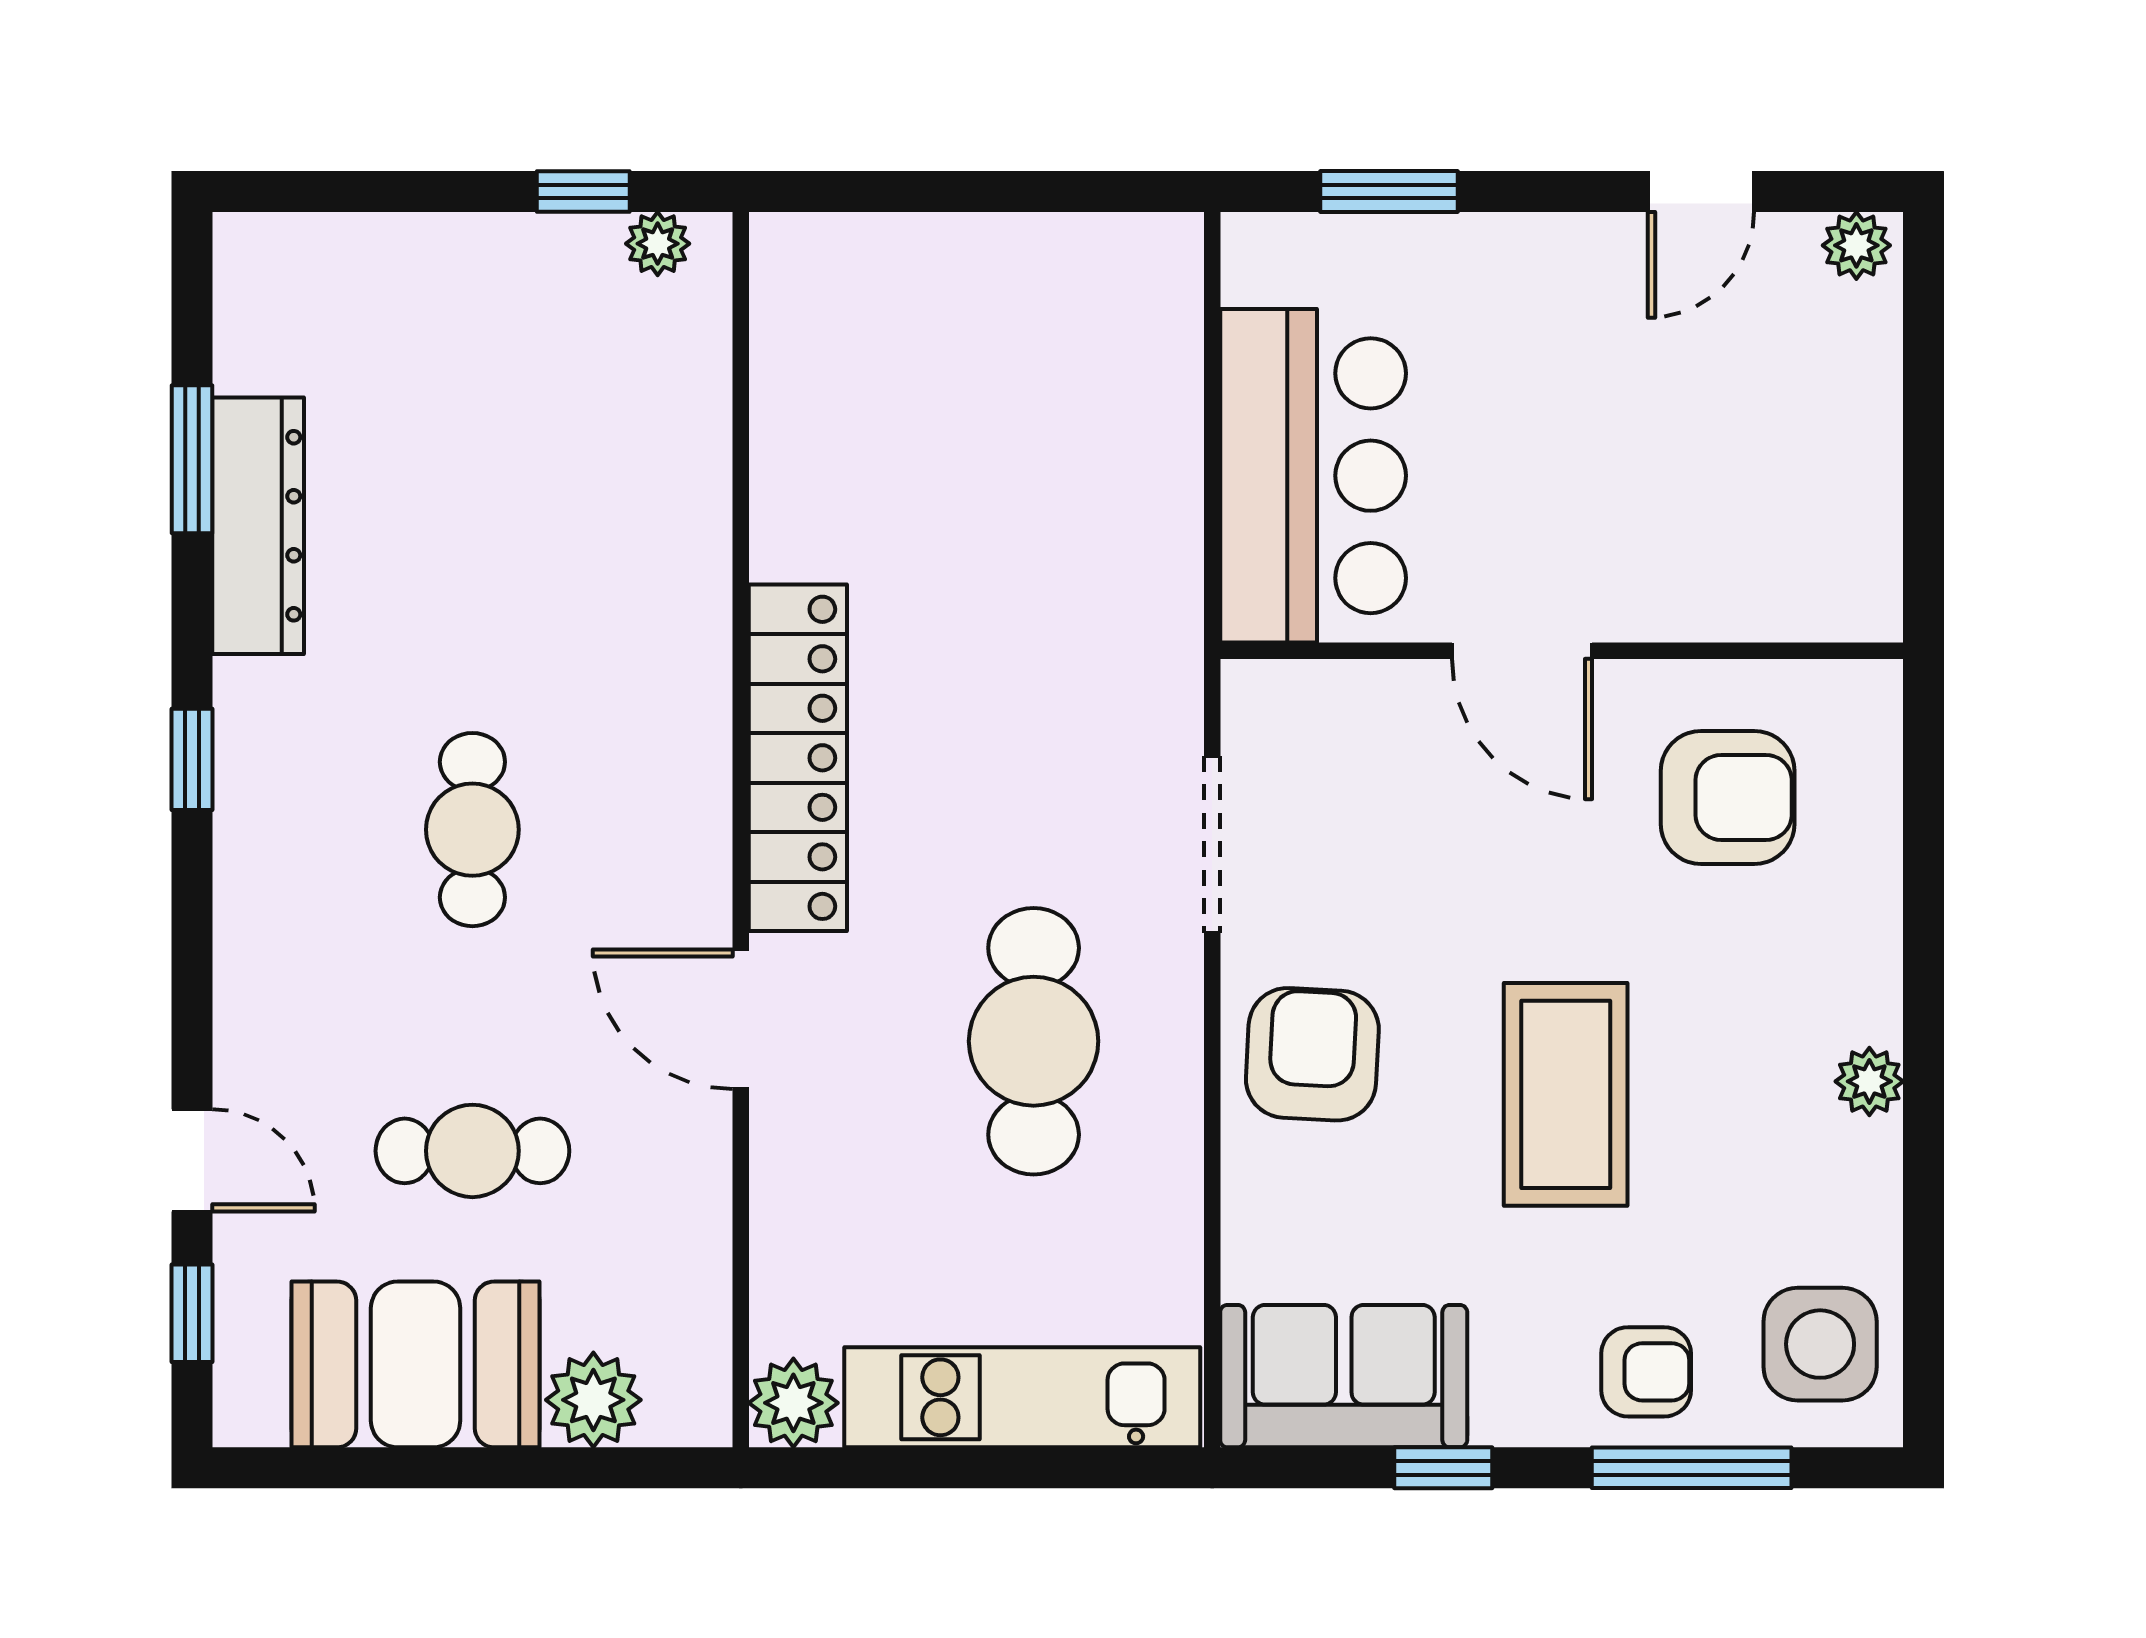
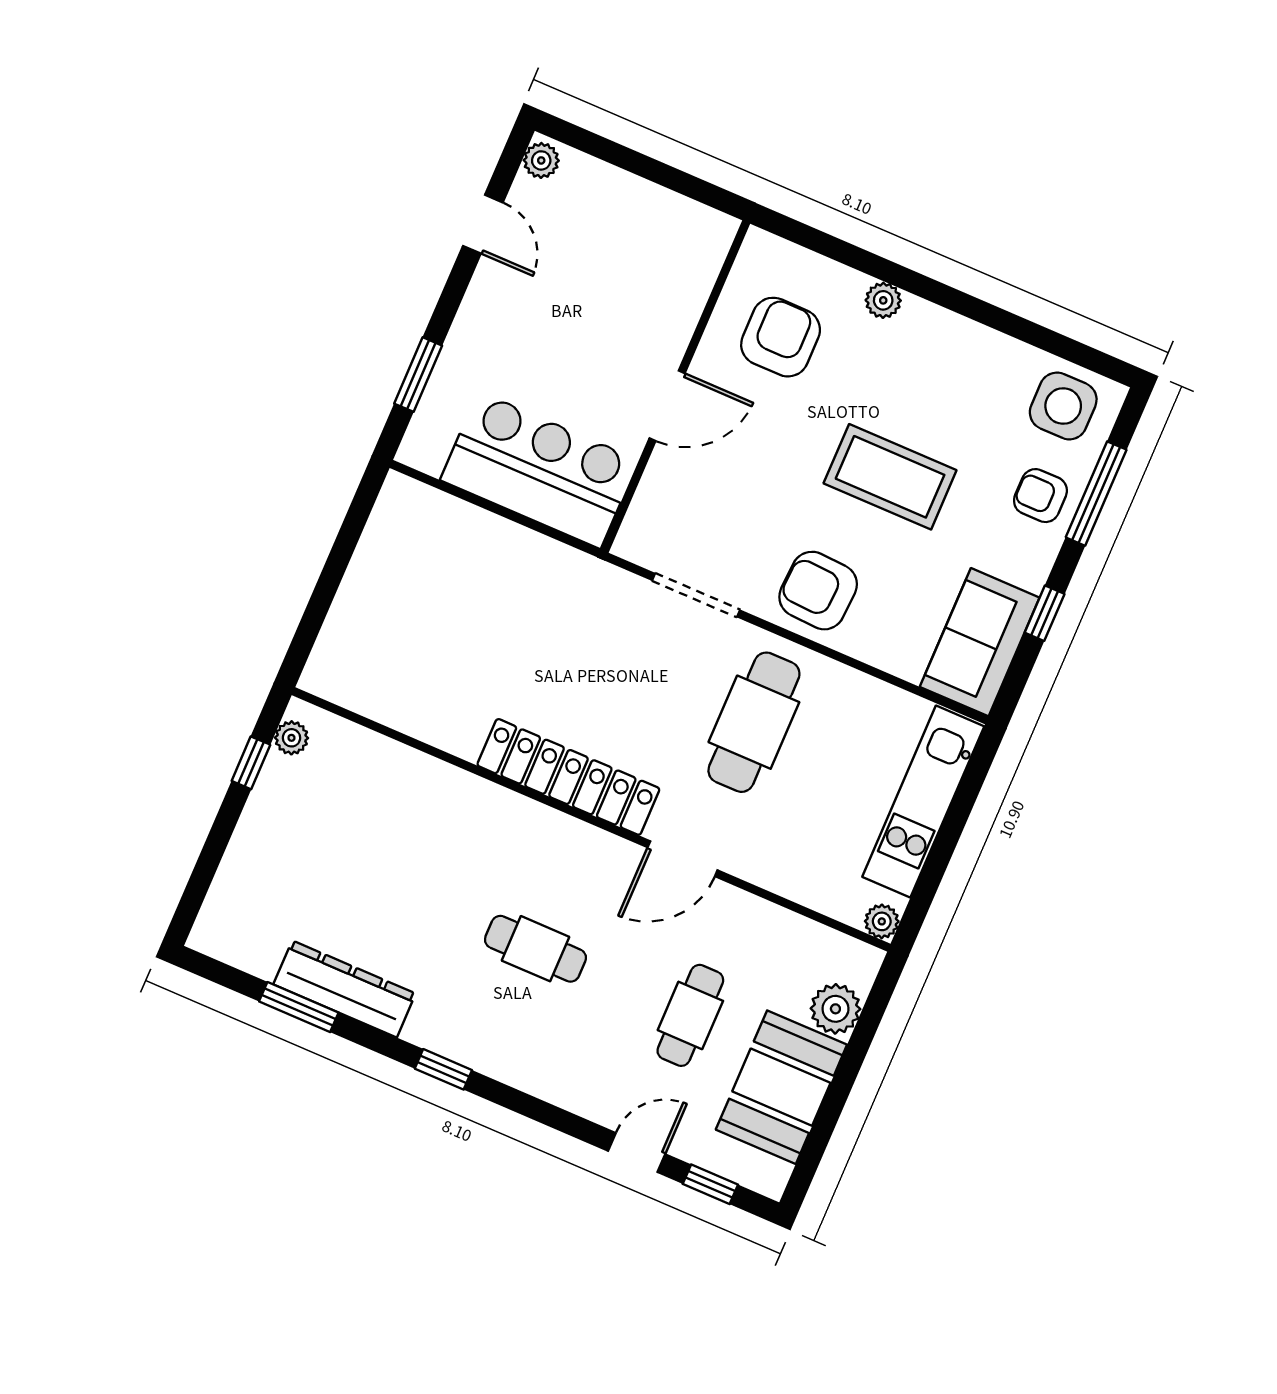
cafe table: (1034, 1041) -> (754, 722), turned 90
plant: (1869, 1081) -> (883, 300), moved
armchair: (1646, 1372) -> (1040, 496), turned -90
plant: (793, 1403) -> (882, 921), width x0.73, depth x0.73

